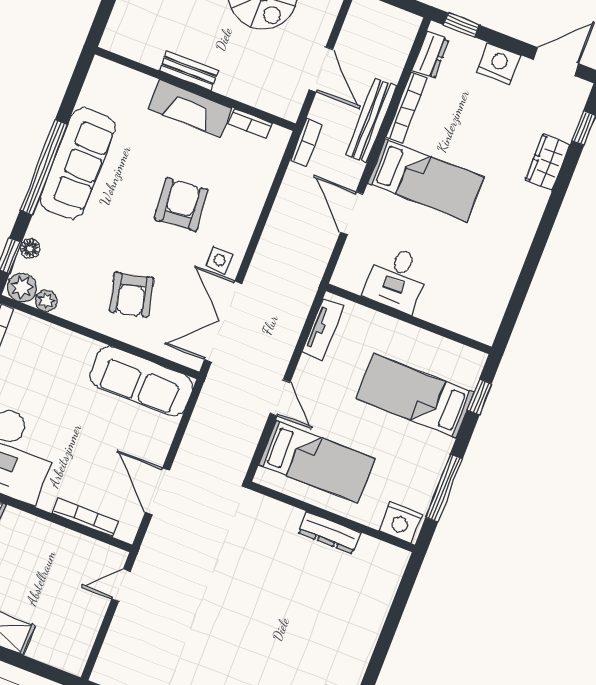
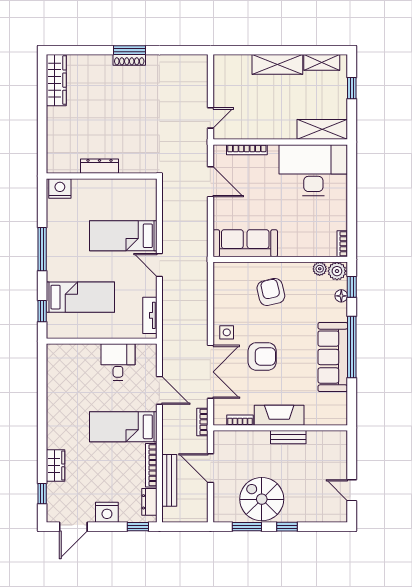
bench: (371, 120) -> (169, 480), moved
armchair: (181, 205) -> (262, 356), turned -85
double door: (223, 322) -> (210, 372), moved
wall: (332, 517) -> (102, 176), moved
nightstand: (401, 522) -> (60, 189), moved
dresser: (329, 533) -> (100, 166), moved

